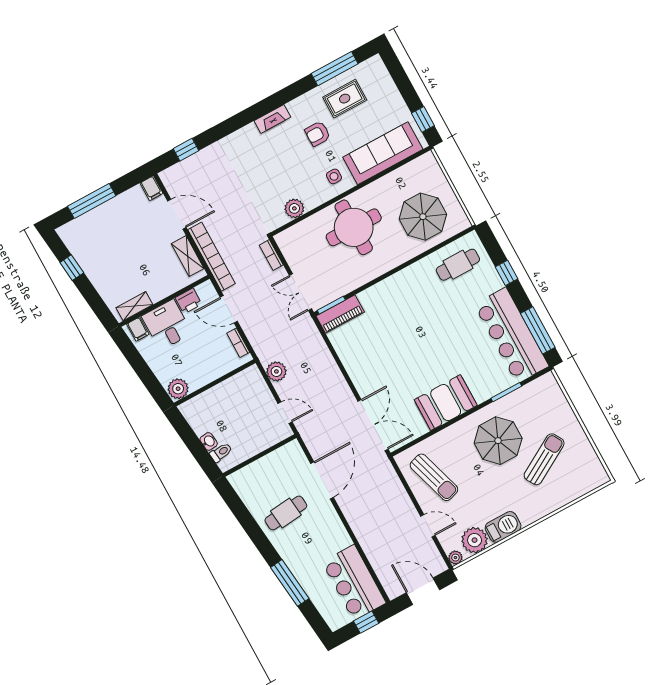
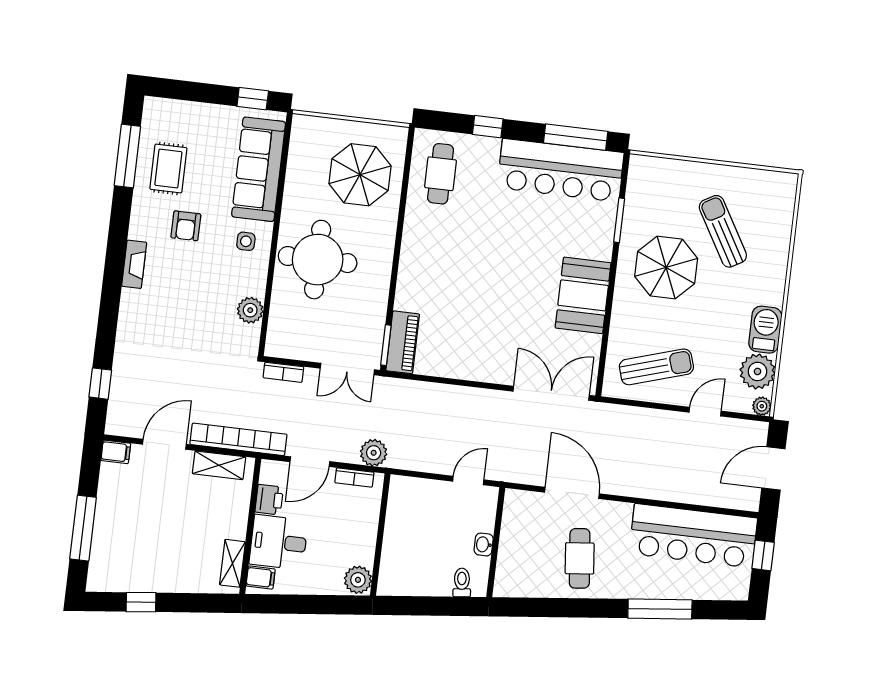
plant: (276, 371) -> (374, 453), moved
washbasin: (209, 441) -> (484, 544), moved, turned -84
bar counter: (354, 582) -> (693, 536), width x1.36

